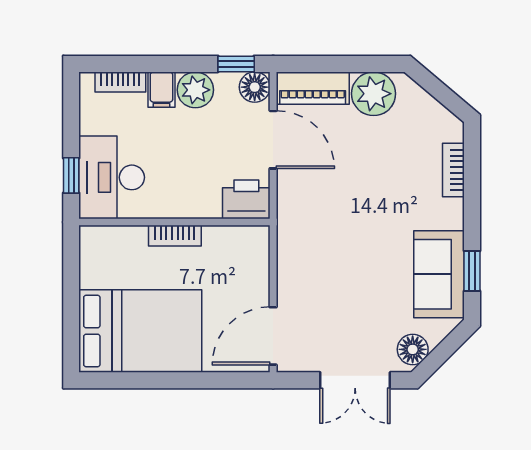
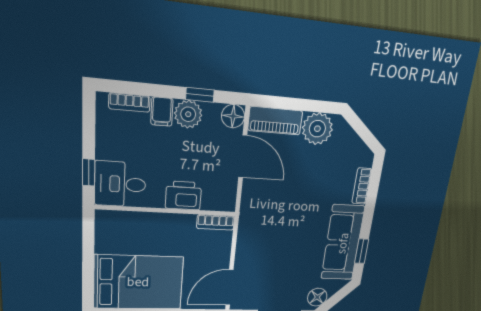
window: (236, 64) -> (200, 95), moved
desk: (112, 177) -> (120, 184), width x0.73
printer: (246, 199) -> (183, 196), moved
bookcase: (175, 236) -> (216, 222), moved
sofa: (439, 274) -> (343, 243), width x1.36

